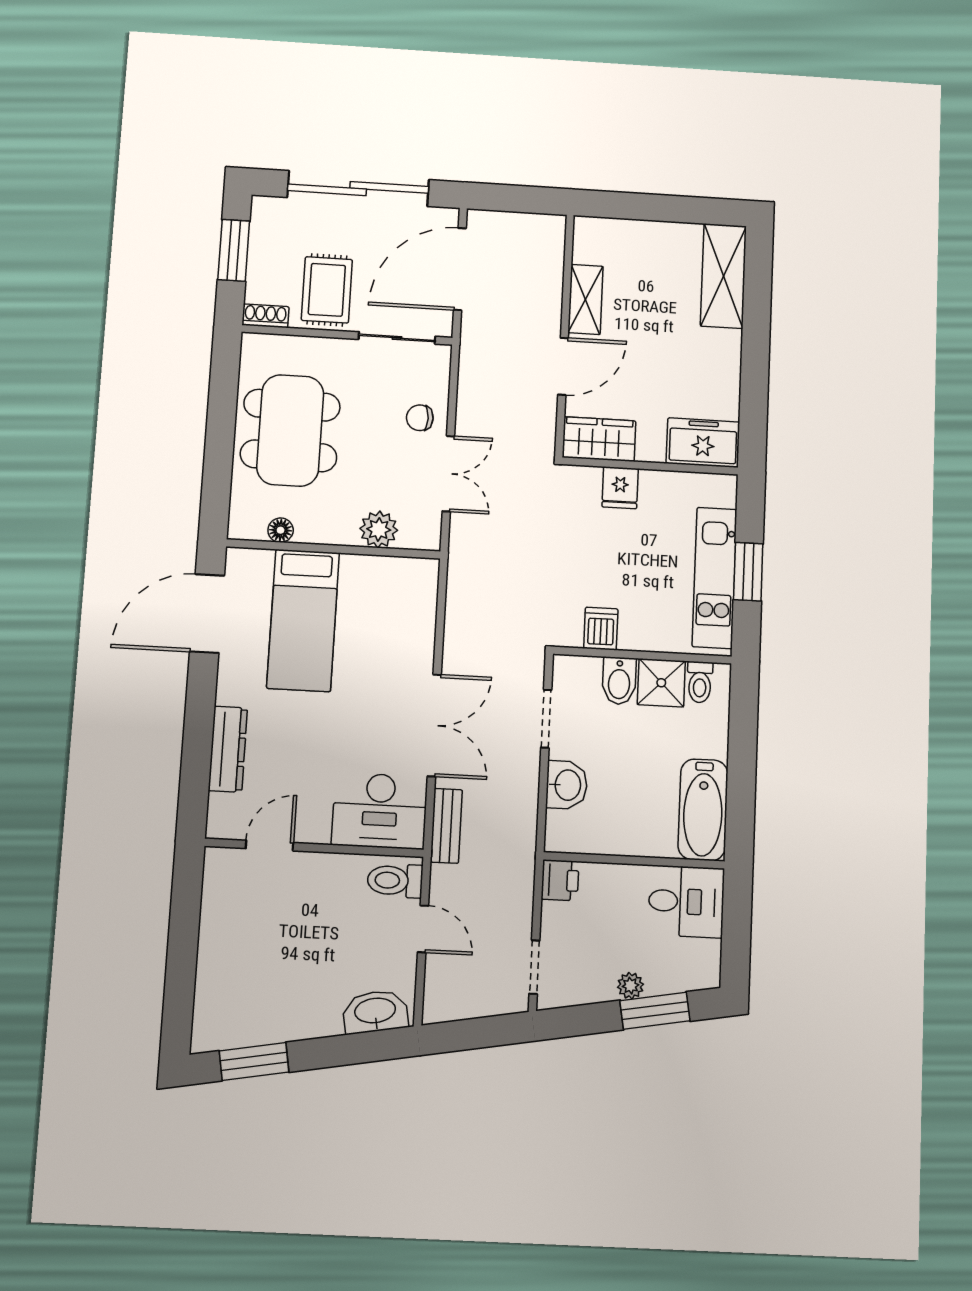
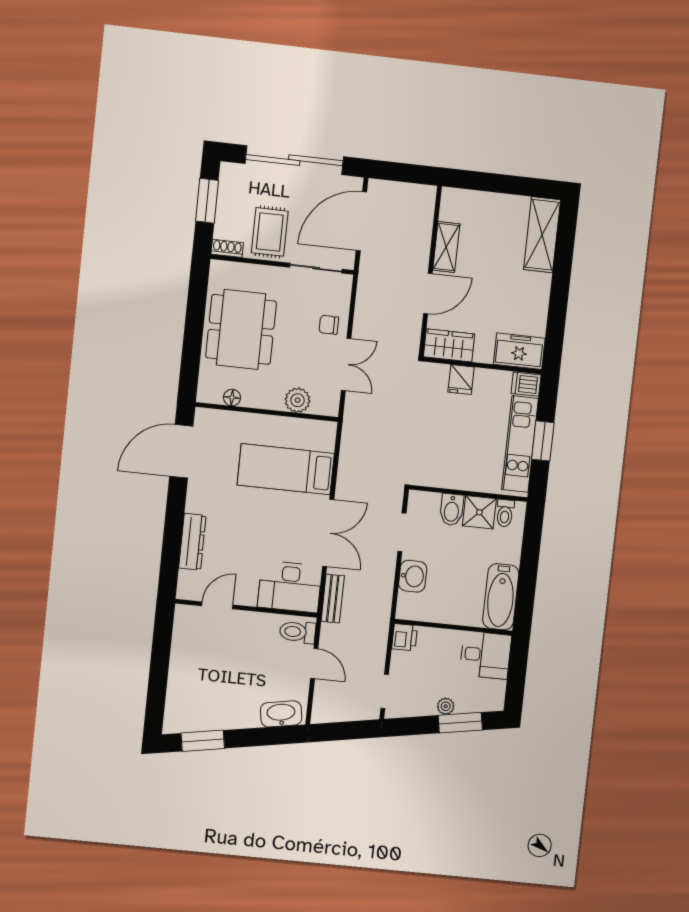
bed: (303, 620) -> (286, 469), moved, turned 90
dishwasher: (601, 629) -> (526, 384), moved, turned -90

